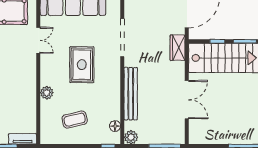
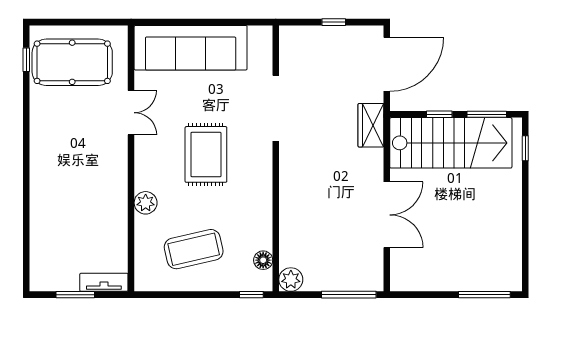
bench: (131, 94) -> (290, 204), removed
coffee table: (75, 120) -> (194, 249), width x1.36, depth x1.32

